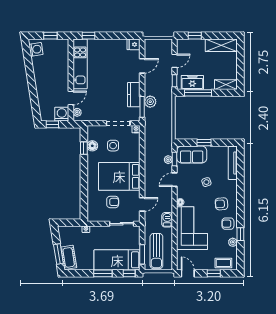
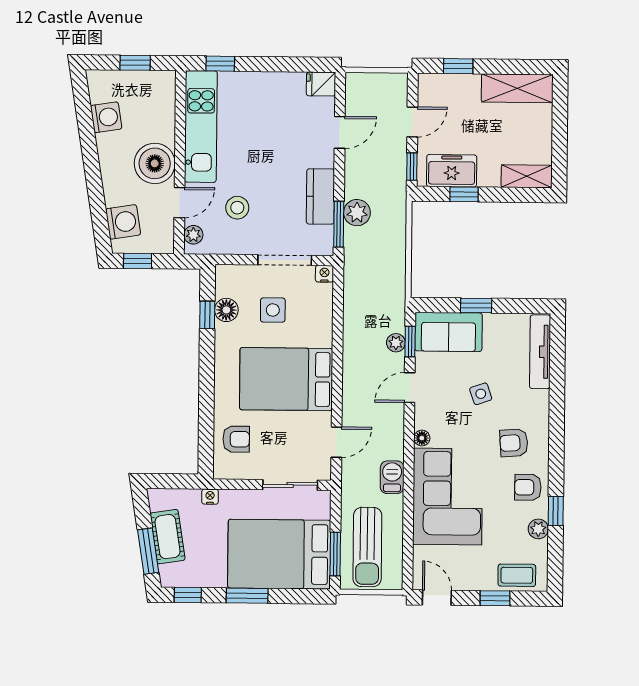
washing machine: (36, 49) -> (106, 117), moved
boiler: (60, 81) -> (155, 163), added
window: (198, 93) -> (464, 194), width x0.46
stool: (97, 100) -> (237, 208), added
washing machine: (62, 114) -> (123, 222), moved, turned 81
armchair: (113, 202) -> (236, 439), moved
cot: (69, 257) -> (168, 537), moved
bed: (117, 260) -> (279, 554), width x1.50
window: (129, 273) -> (188, 595), moved

